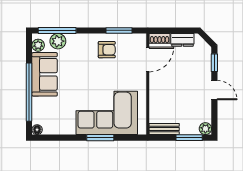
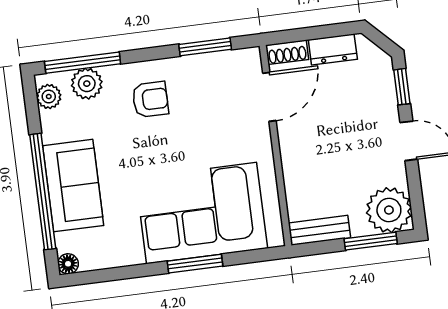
armchair: (107, 50) -> (150, 99), moved
sofa: (45, 74) -> (73, 186), moved
plant: (205, 129) -> (389, 210), width x1.87, depth x1.87

